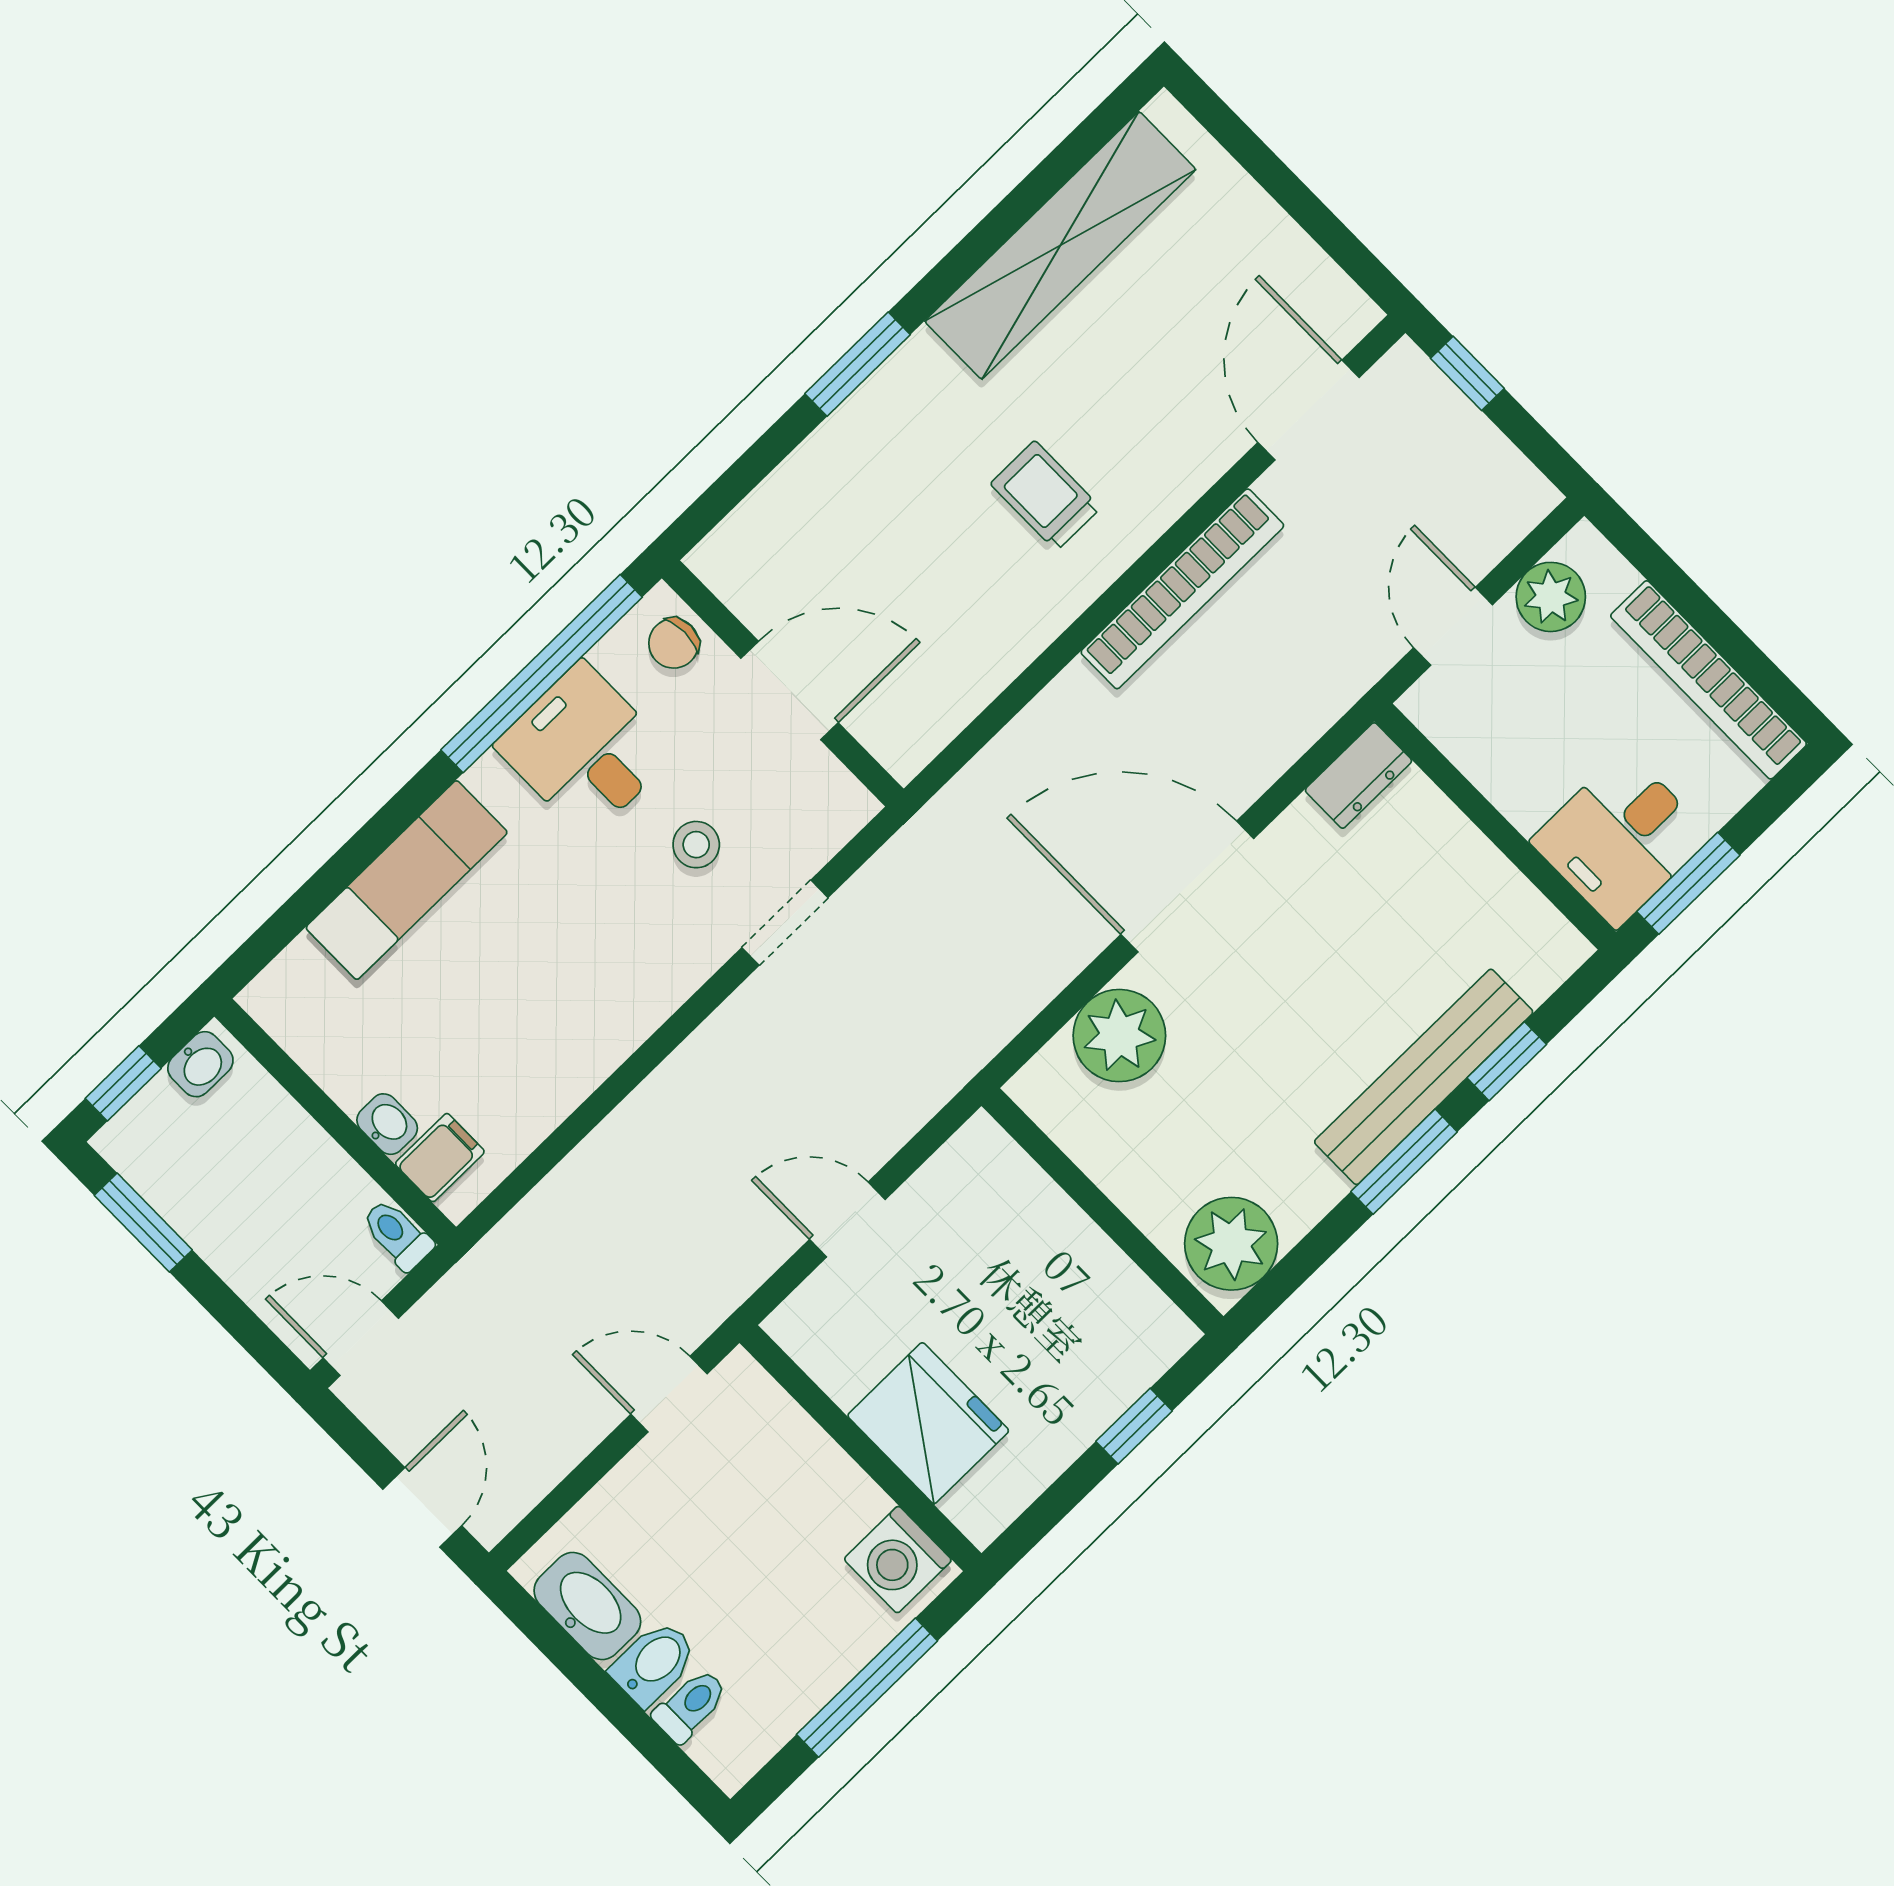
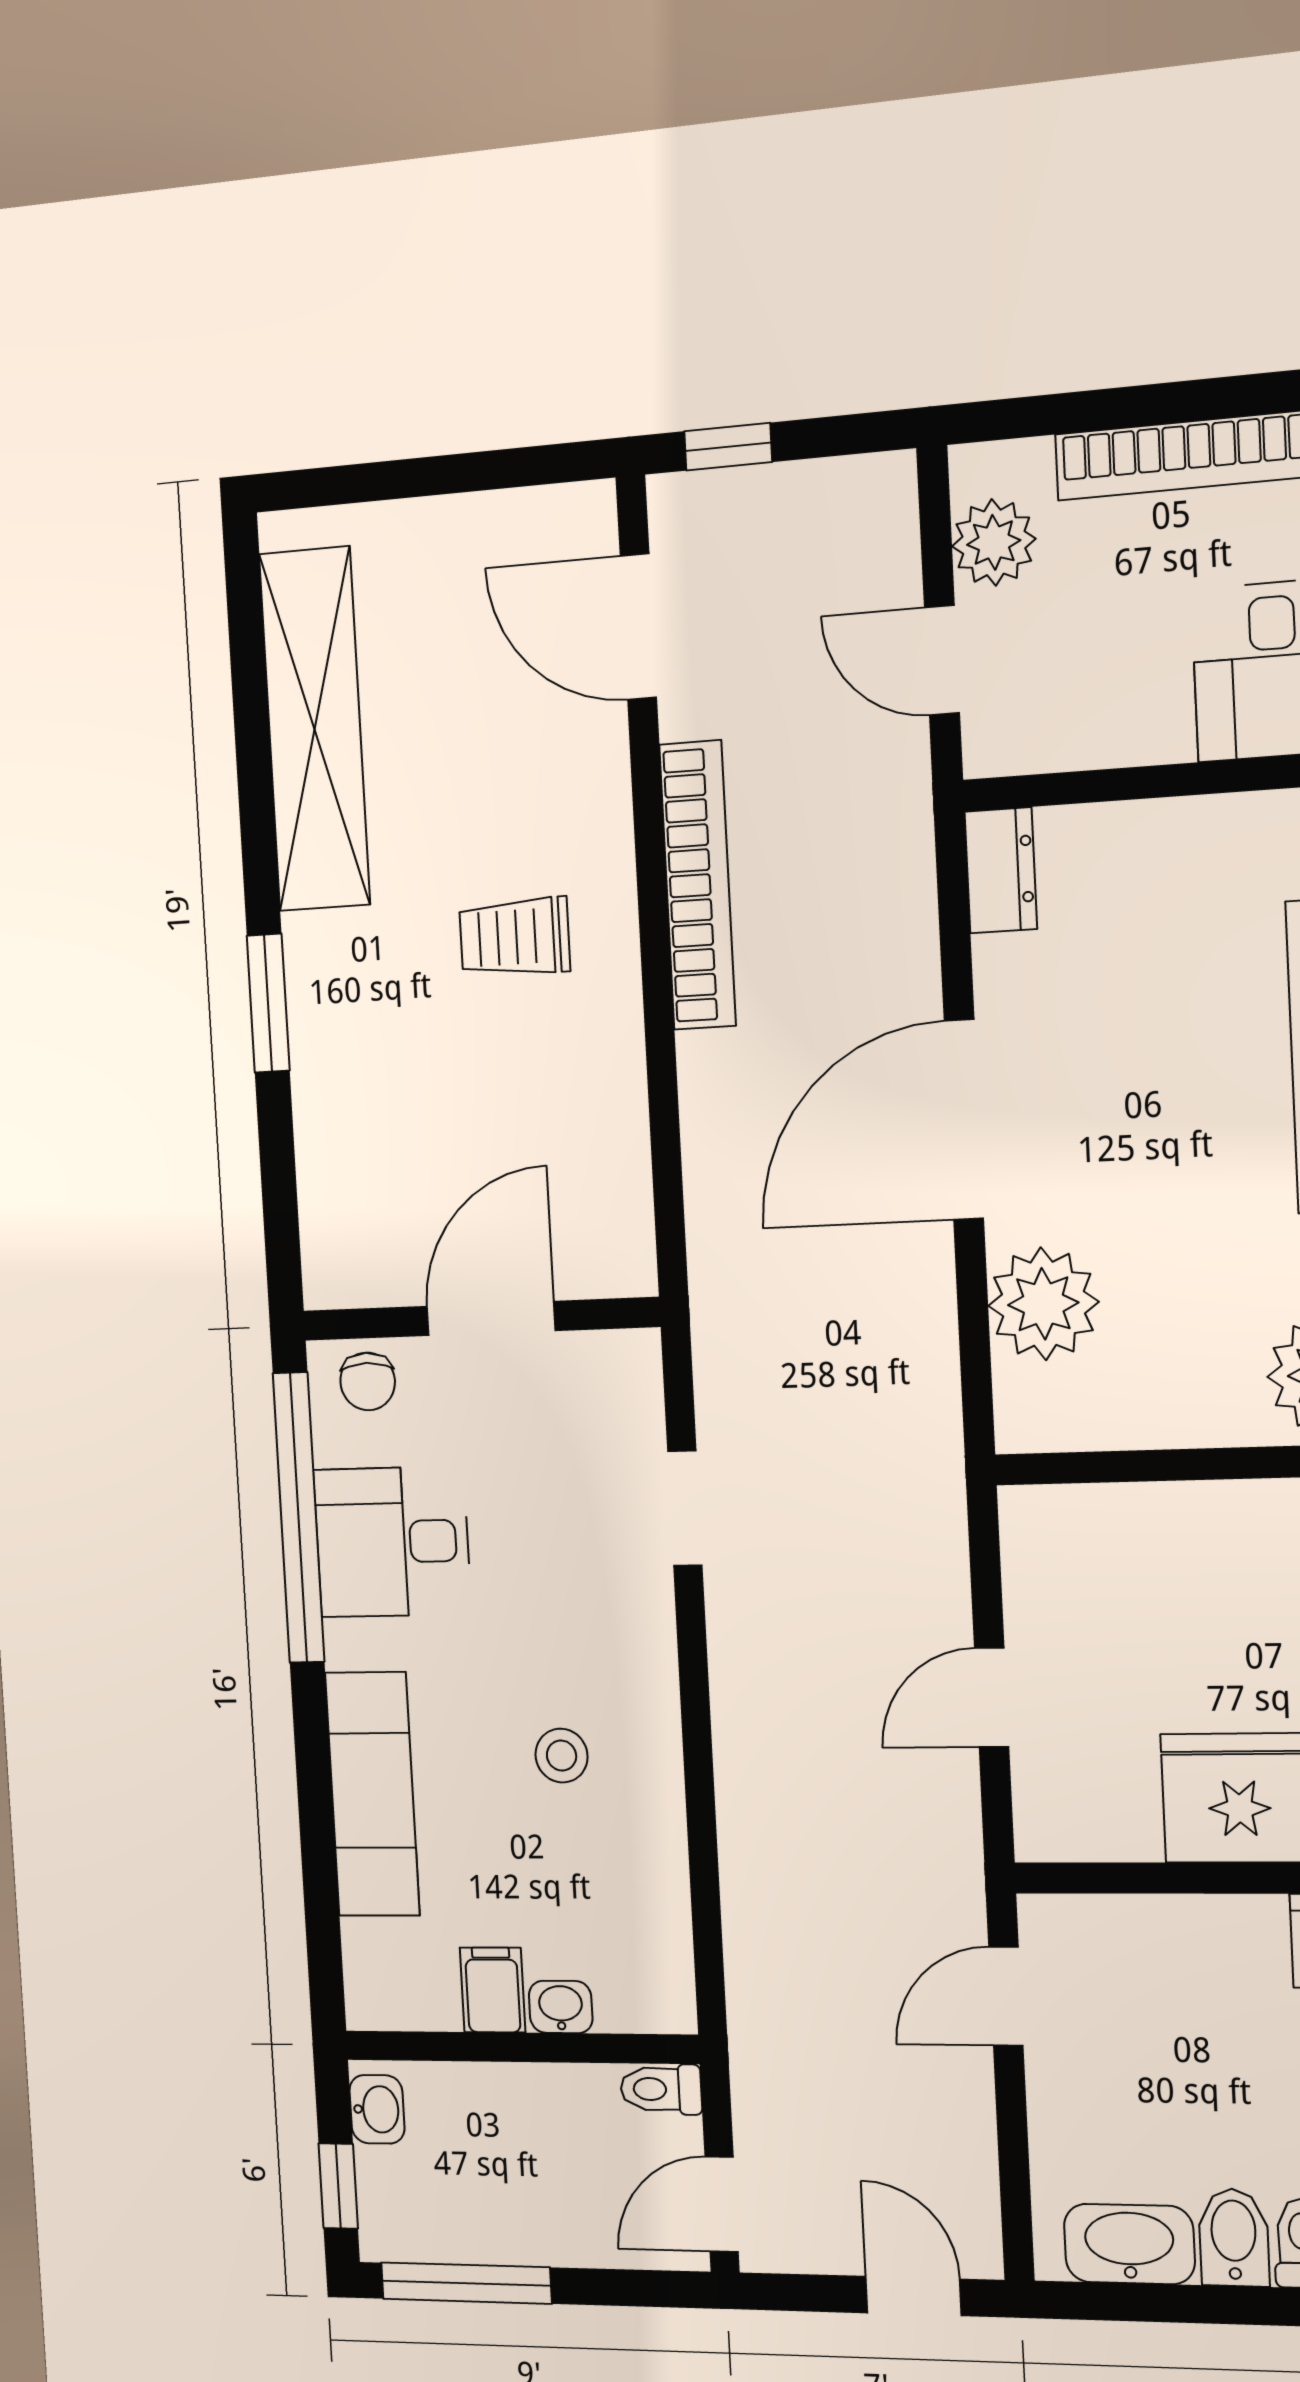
stool: (696, 845) -> (562, 1756), moved
filing cabinet: (440, 1158) -> (493, 1990), moved
window: (143, 1223) -> (466, 2283), width x1.44

